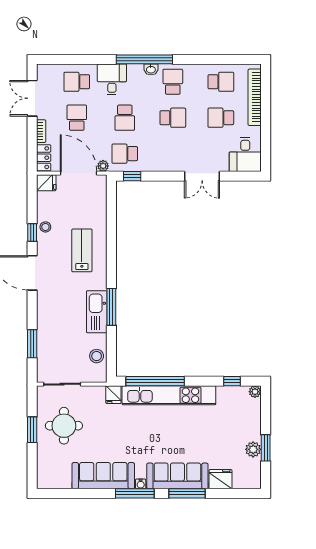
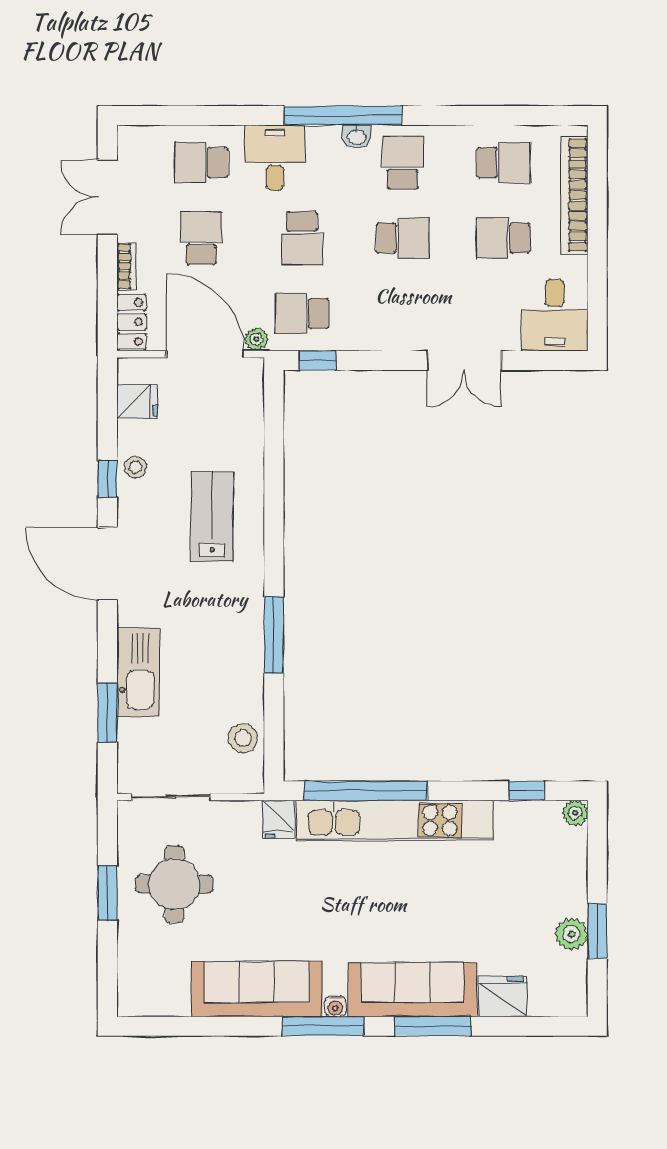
fridge: (46, 183) -> (137, 402), moved
kitchen sink: (97, 312) -> (138, 672), moved, turned 180

